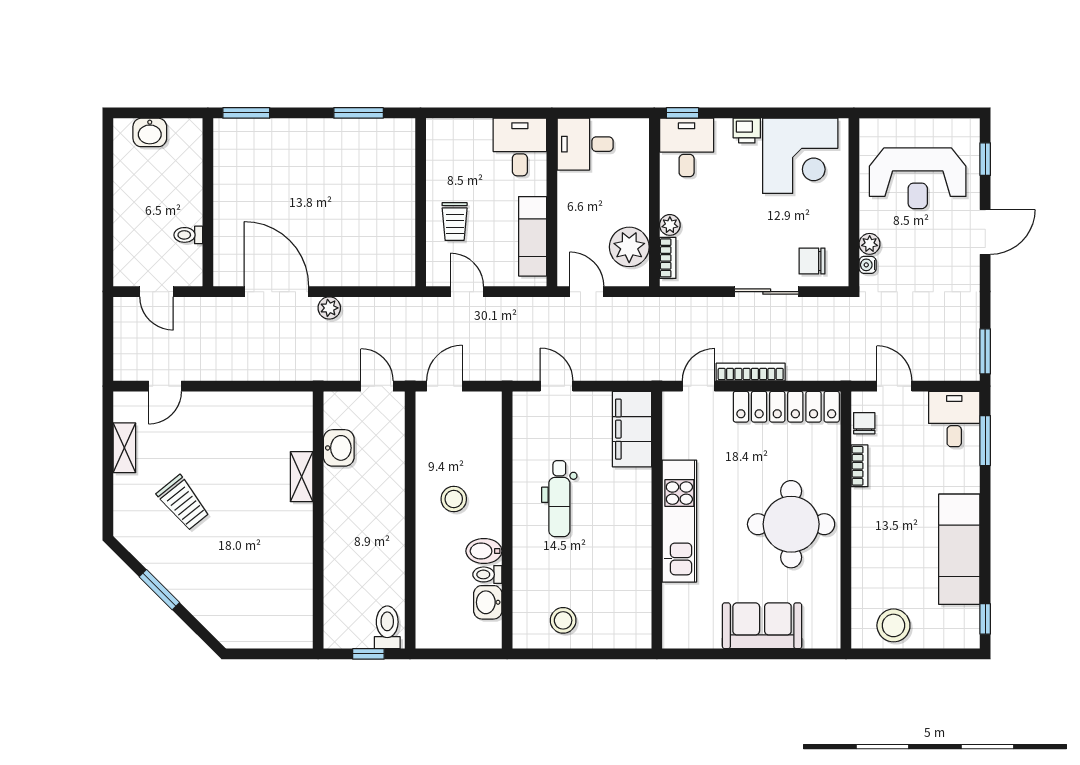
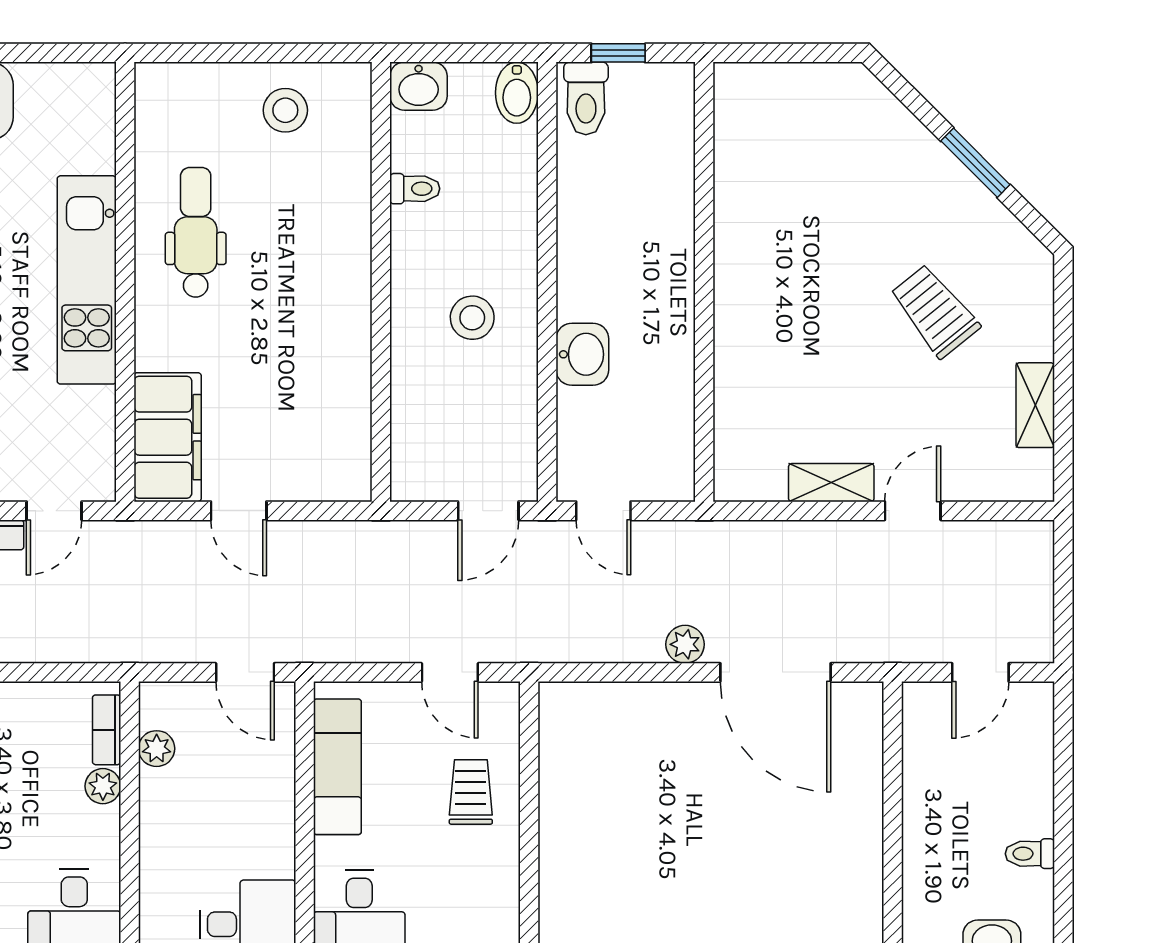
toilet: (188, 235) -> (1030, 854), moved, turned 180
plant: (629, 247) -> (157, 749), width x0.53, depth x0.53
door: (156, 292) -> (980, 672), swing flipped
door: (165, 386) -> (913, 511), moved
door: (557, 386) -> (239, 511), moved
washbasin: (339, 448) -> (582, 354), moved, turned 180
shelving: (302, 477) -> (831, 483), moved, turned 90
dental chair: (559, 499) -> (196, 232), moved
bidet: (484, 551) -> (517, 93), moved, turned 90
washbasin: (488, 602) -> (419, 86), moved, turned 90

